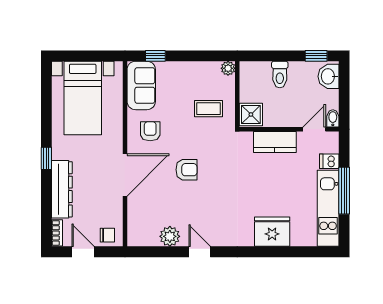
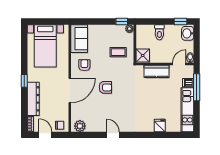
window: (155, 56) -> (122, 21), moved
window: (344, 191) -> (197, 87), moved
fridge: (272, 232) -> (160, 125), width x0.53, depth x0.75
plant: (170, 236) -> (80, 126), moved

